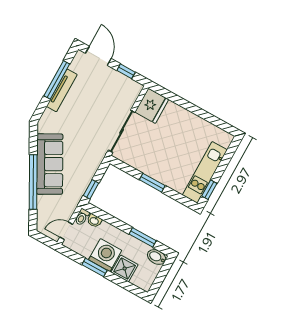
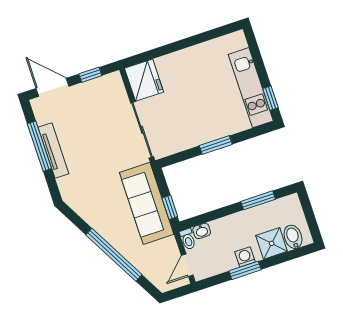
sofa: (50, 164) -> (147, 203), moved, turned -151
washing machine: (105, 255) -> (245, 257), width x0.53, depth x0.53
bidet: (157, 257) -> (293, 237), moved, turned 90

